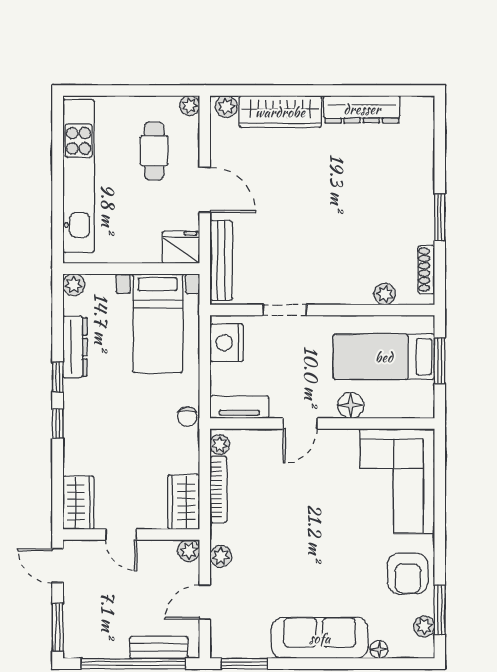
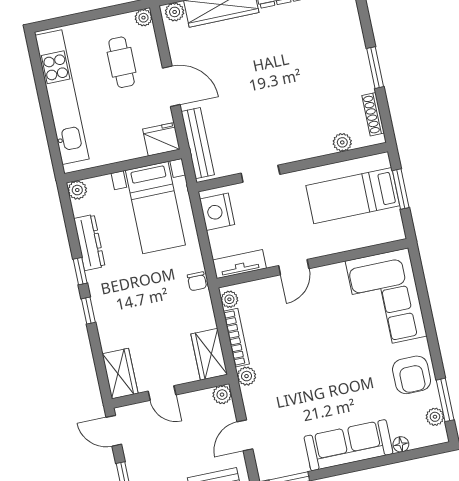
floor lamp: (351, 405) -> (333, 243), removed
plant: (221, 556) -> (247, 376), moved

